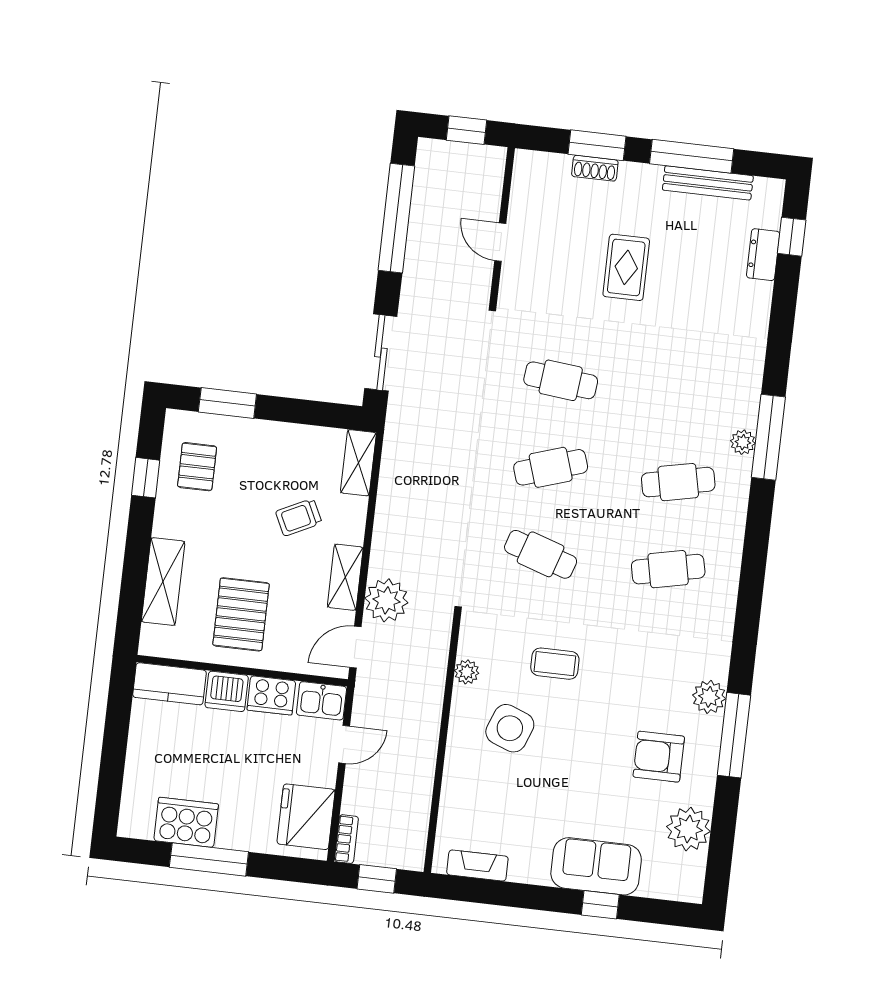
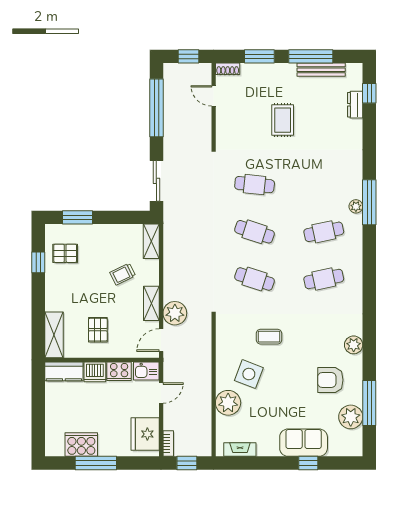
shoe rack: (595, 168) -> (228, 69), moved
door: (500, 242) -> (214, 96), moved
pallet: (197, 467) -> (65, 253), turned 90
cafe table: (551, 467) -> (255, 232), turned 36
shelving: (163, 582) -> (54, 335), moved
pallet: (241, 614) -> (98, 330), width x0.67, depth x0.71
plant: (467, 672) -> (228, 403), moved, width x1.88, depth x1.88
window: (734, 735) -> (369, 403), moved

